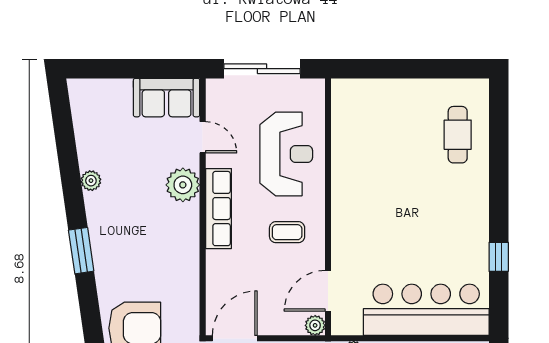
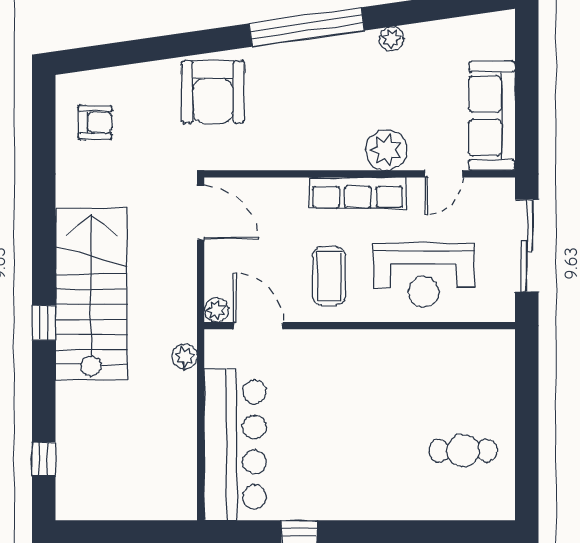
sofa: (167, 98) -> (492, 116), width x1.36
cafe table: (458, 135) -> (463, 451), moved
coffee table: (287, 232) -> (329, 276), width x1.36, depth x1.30
window: (81, 251) -> (307, 27), width x2.11

